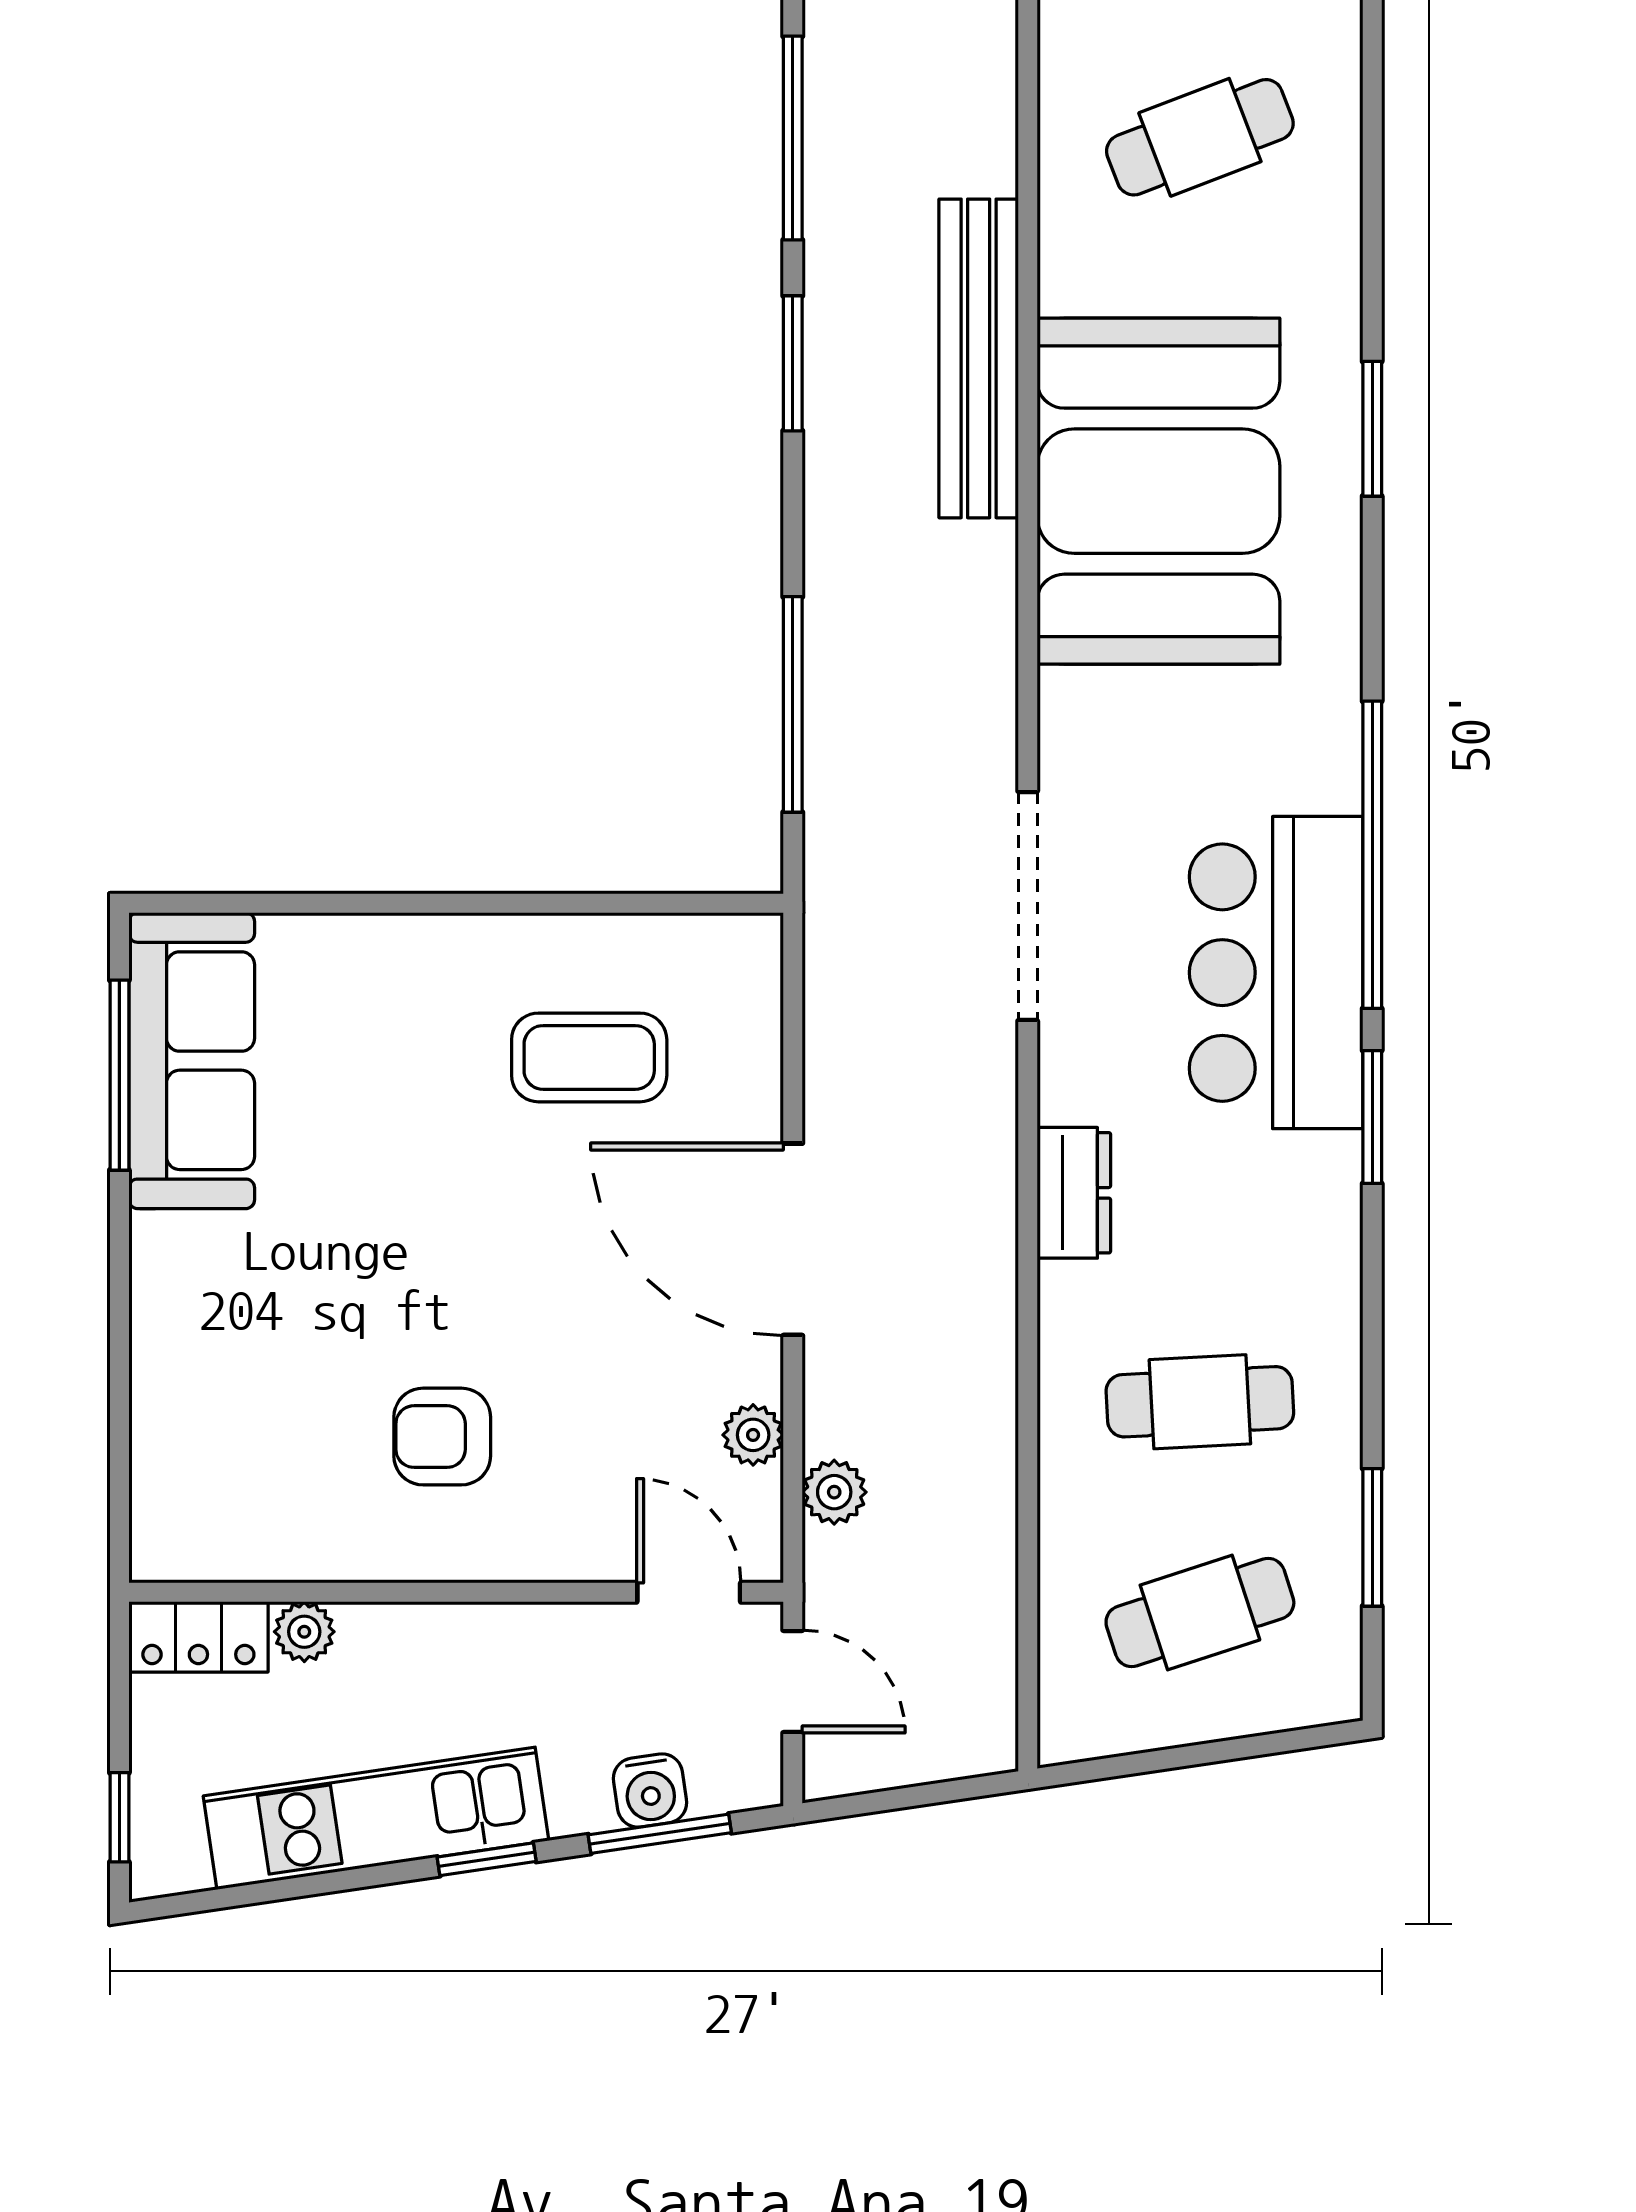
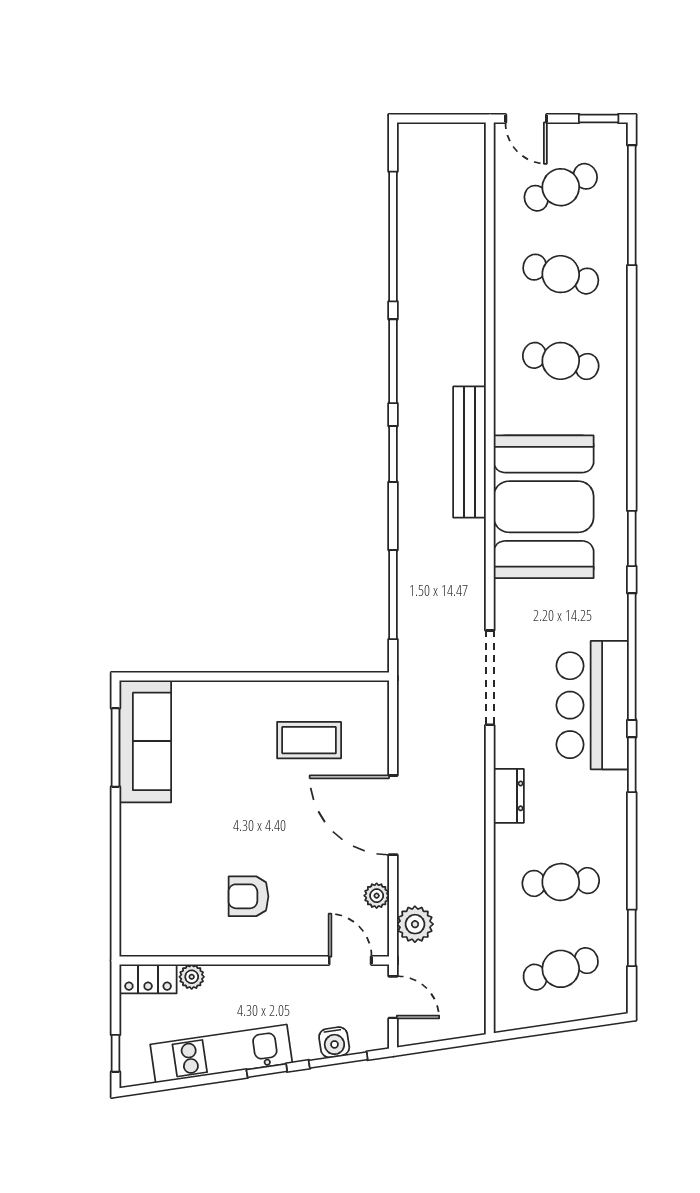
cafe table: (1200, 137) -> (561, 361), turned 33
window: (1372, 429) -> (632, 539), moved
plant: (834, 1492) -> (415, 924), width x1.38, depth x1.38

